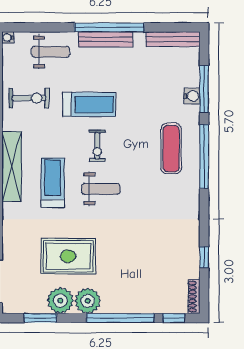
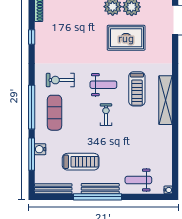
exercise bike: (29, 98) -> (60, 80), moved
treadmill: (89, 104) -> (81, 162), moved, turned 180
weight bench: (101, 189) -> (103, 85), turned 180

